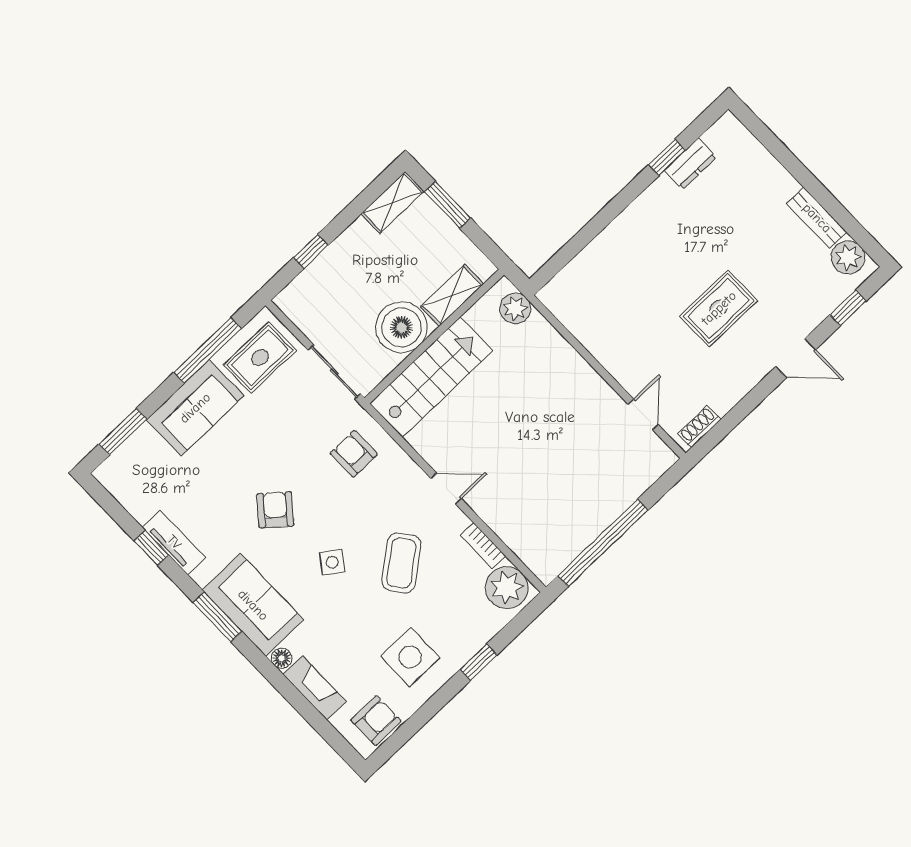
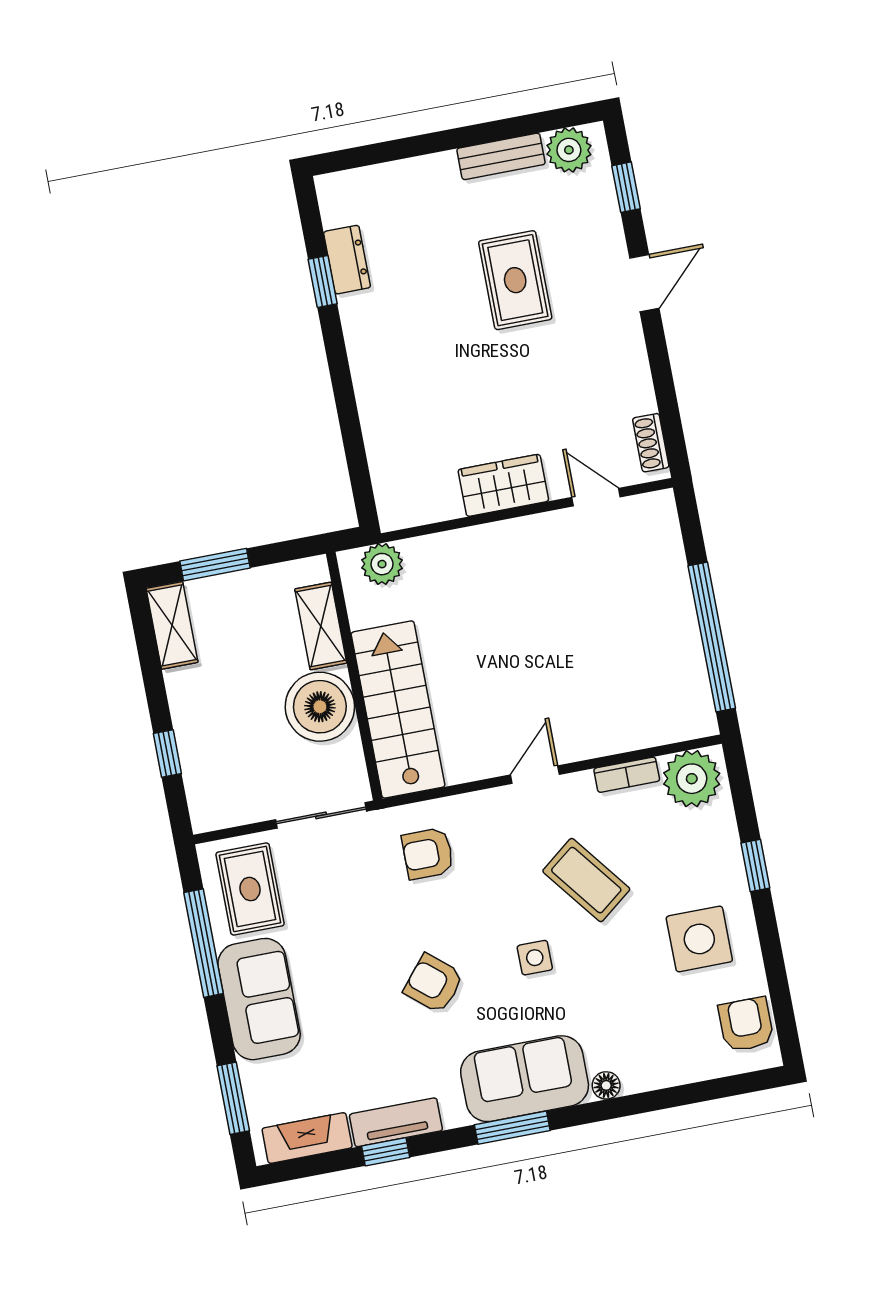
rug: (719, 308) -> (515, 280), moved
wardrobe: (613, 352) -> (503, 485), added
side table: (332, 562) -> (535, 958), turned -37
fireplace: (315, 688) -> (307, 1138), moved

